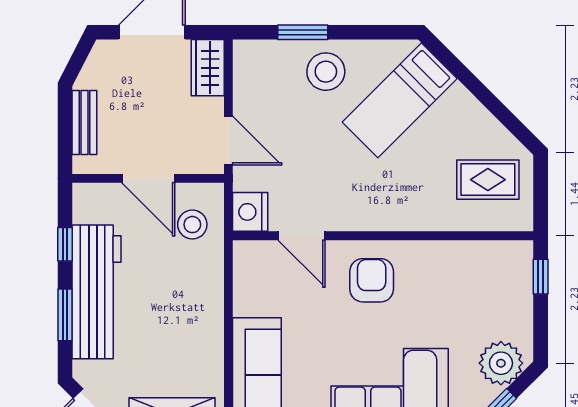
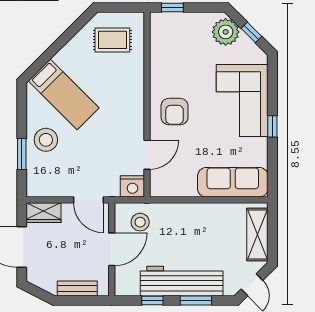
door: (228, 141) -> (89, 200), swing flipped
rug: (488, 180) -> (112, 40), turned 90
armchair: (372, 280) -> (175, 112), turned -90

